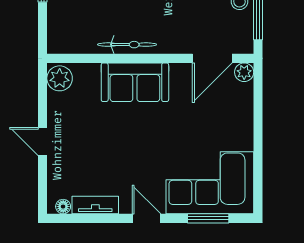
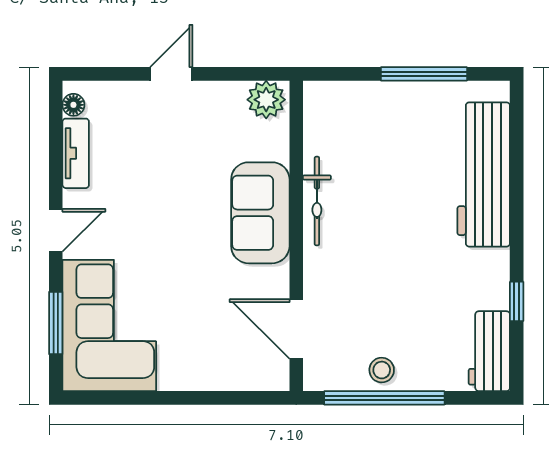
plant: (244, 72) -> (275, 377), removed

